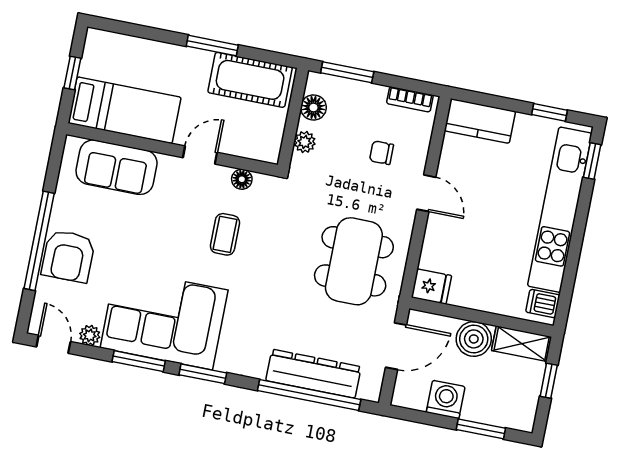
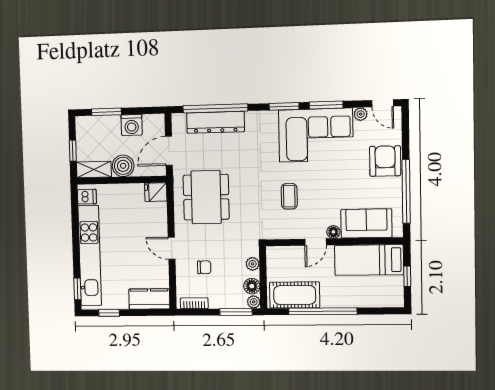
window: (212, 46) -> (323, 311), width x2.11
plant: (316, 82) -> (254, 302), added
floor lamp: (242, 179) -> (333, 232), moved
window: (39, 241) -> (406, 191), moved

